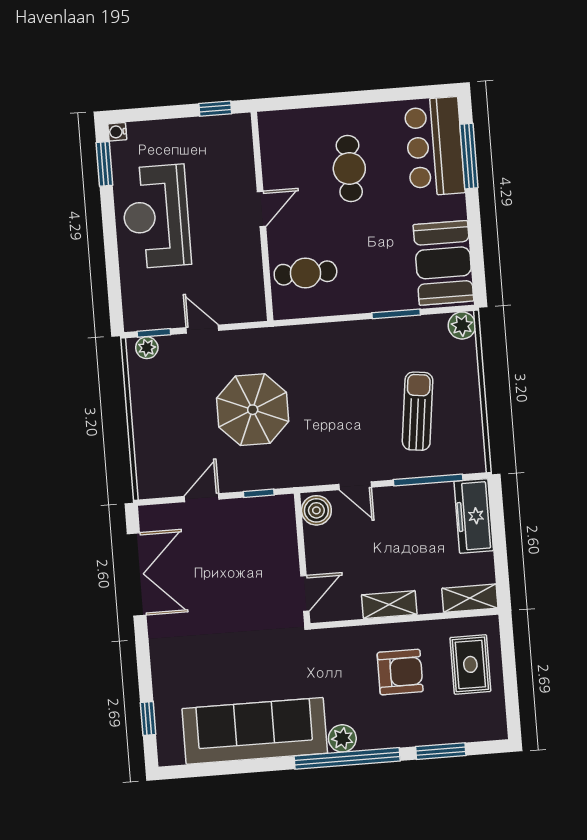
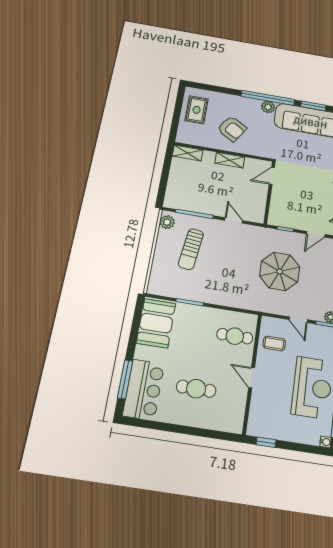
cafe table: (349, 169) -> (196, 389), turned 90
door: (262, 209) -> (252, 378), hinge flipped
coffee table: (236, 277) -> (274, 343), added
plant: (462, 325) -> (167, 222), moved
boiler: (316, 510) -> (257, 213), removed
freezer: (474, 516) -> (175, 191), removed
rug: (470, 664) -> (197, 110), moved
armchair: (400, 672) -> (232, 129), turned -148
window: (441, 751) -> (313, 106), moved

